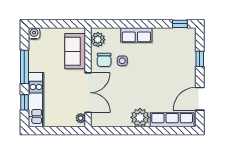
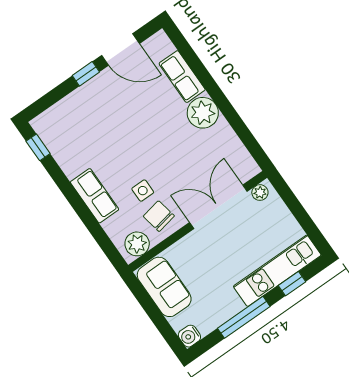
sofa: (75, 51) -> (164, 287), moved, turned -90
window: (200, 59) -> (86, 74), moved
chair: (104, 60) -> (159, 216), turned -101
row of seats: (172, 120) -> (182, 77), width x0.68

